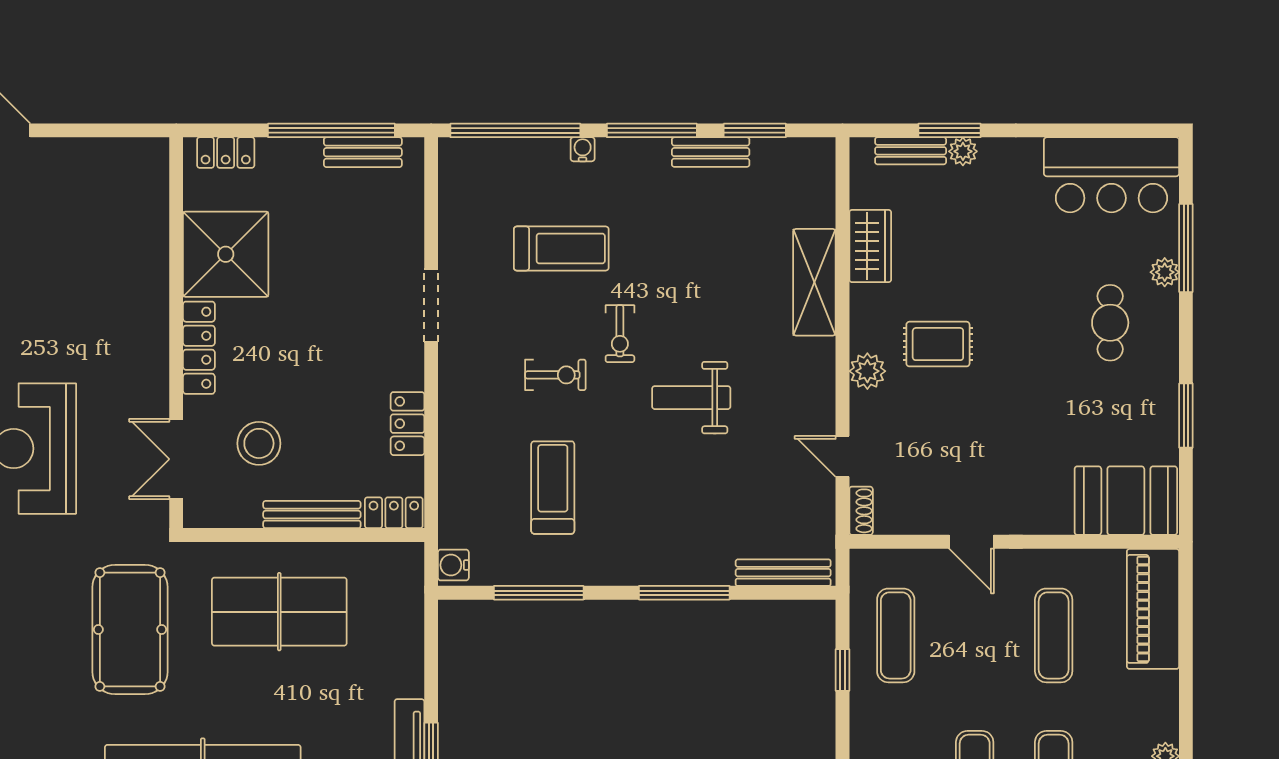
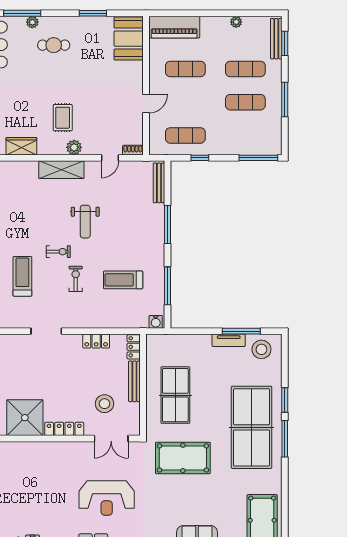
shelving: (814, 282) -> (61, 170), moved

